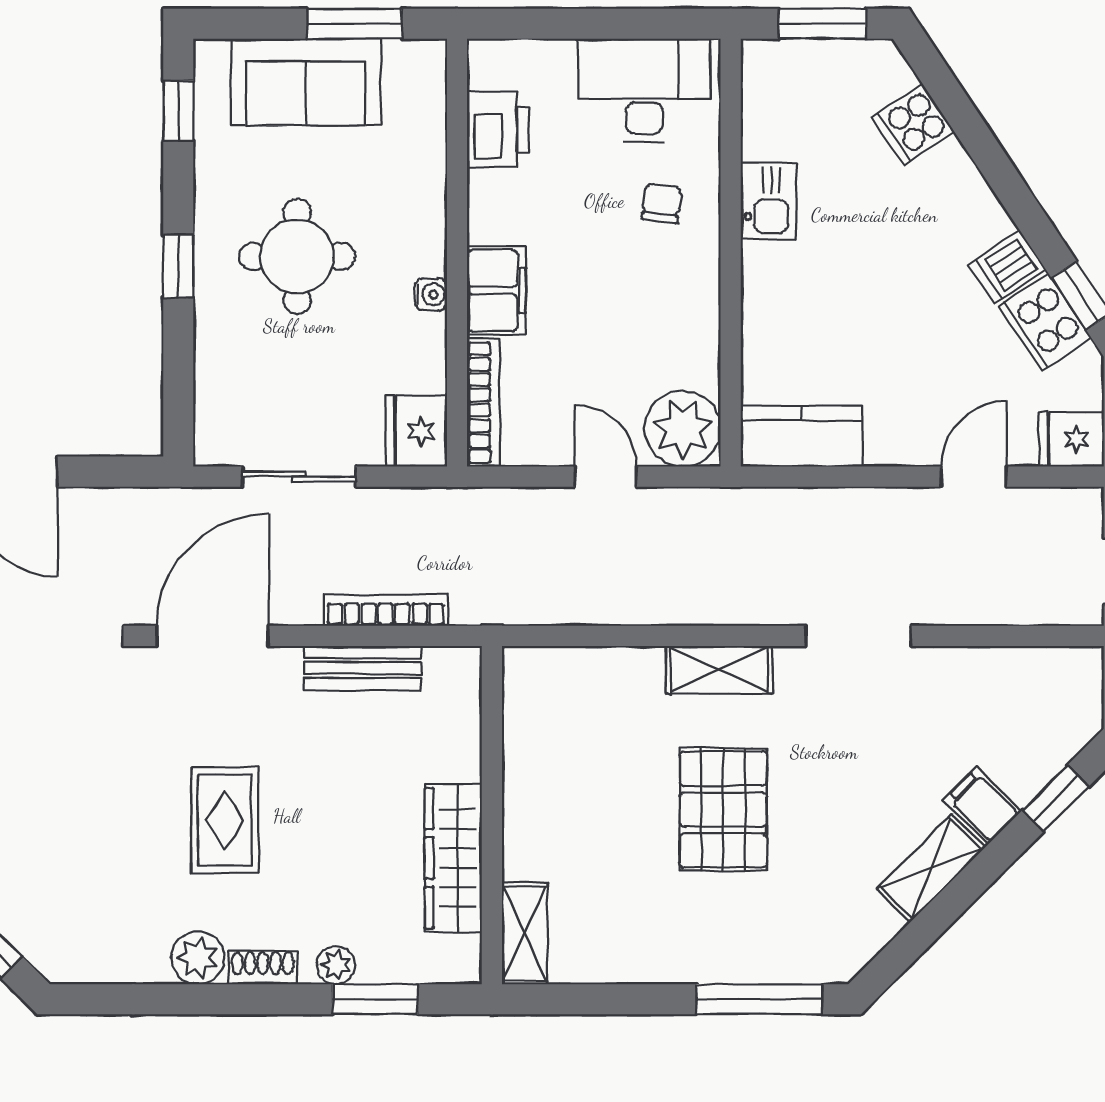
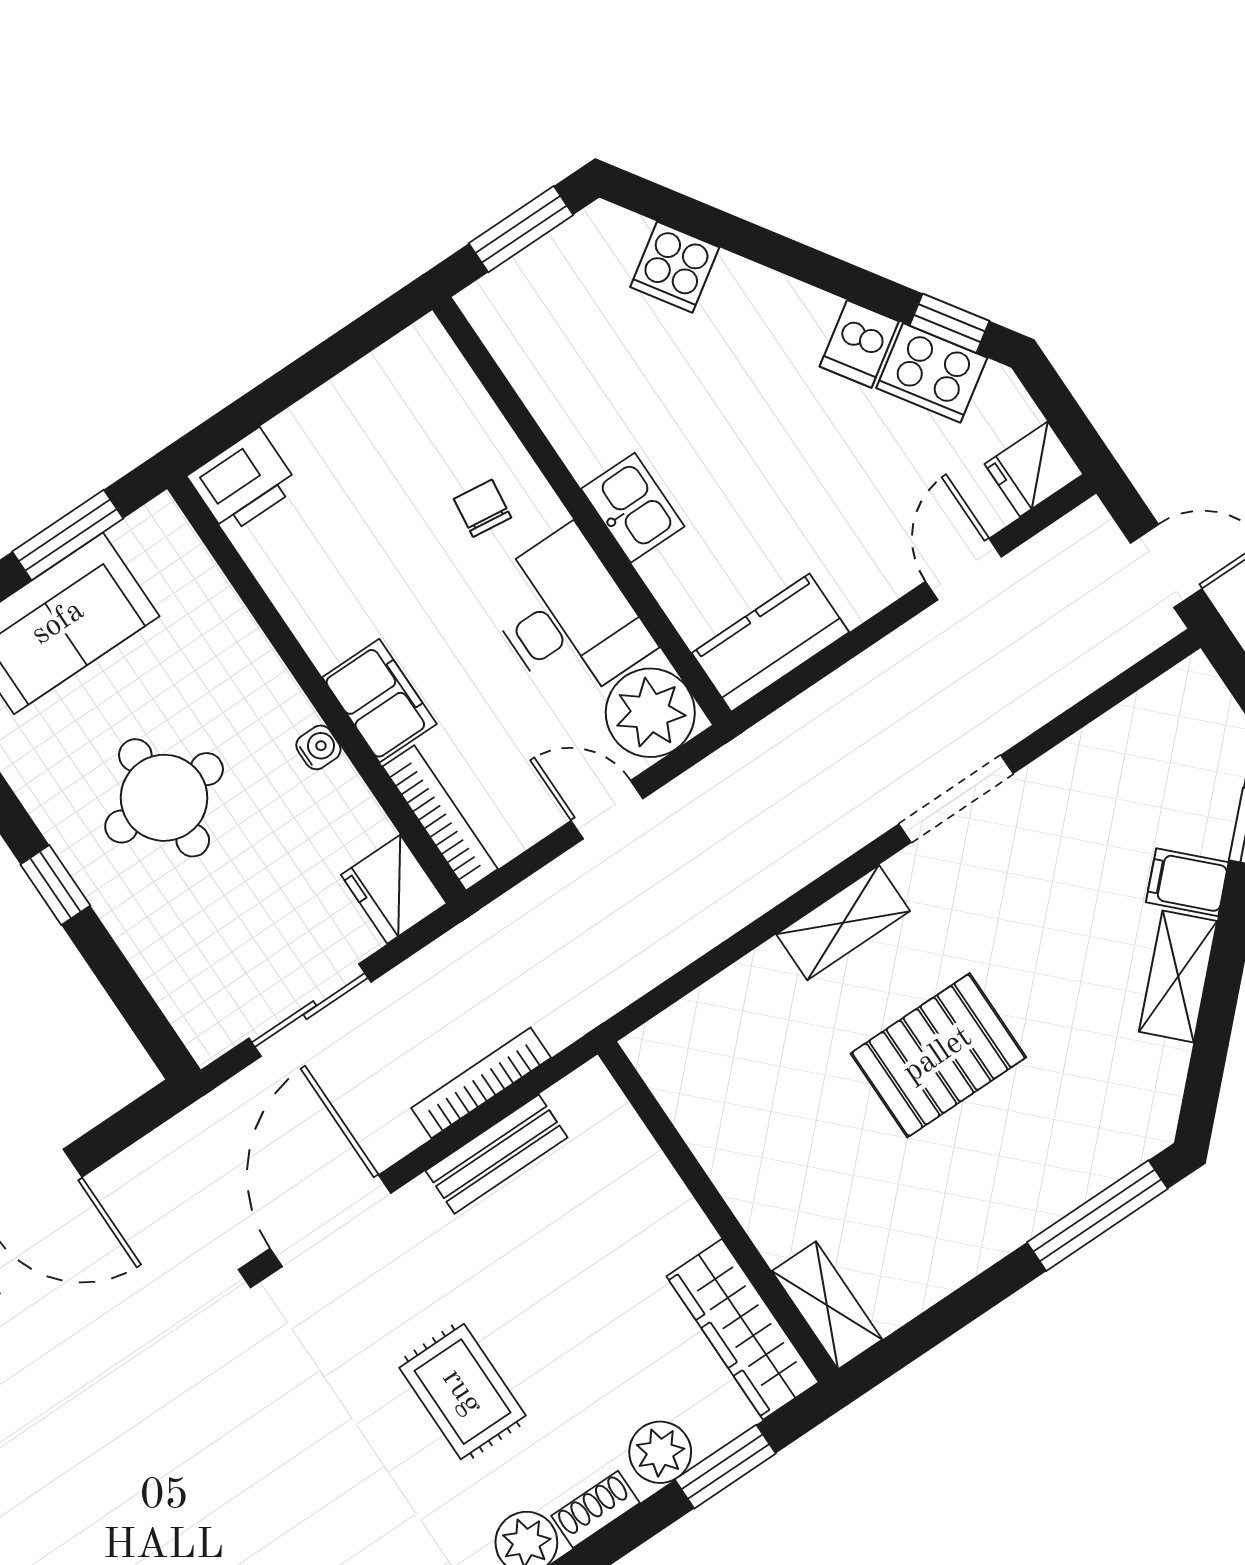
desk: (644, 90) -> (567, 617), moved, turned 90
printer: (498, 129) -> (243, 481), moved, turned 90
kitchen sink: (768, 201) -> (633, 508), moved
pallet: (723, 809) -> (938, 1055), turned 90
wardrobe: (453, 858) -> (743, 1329), moved
plant: (336, 965) -> (660, 1452), width x1.38, depth x1.38

